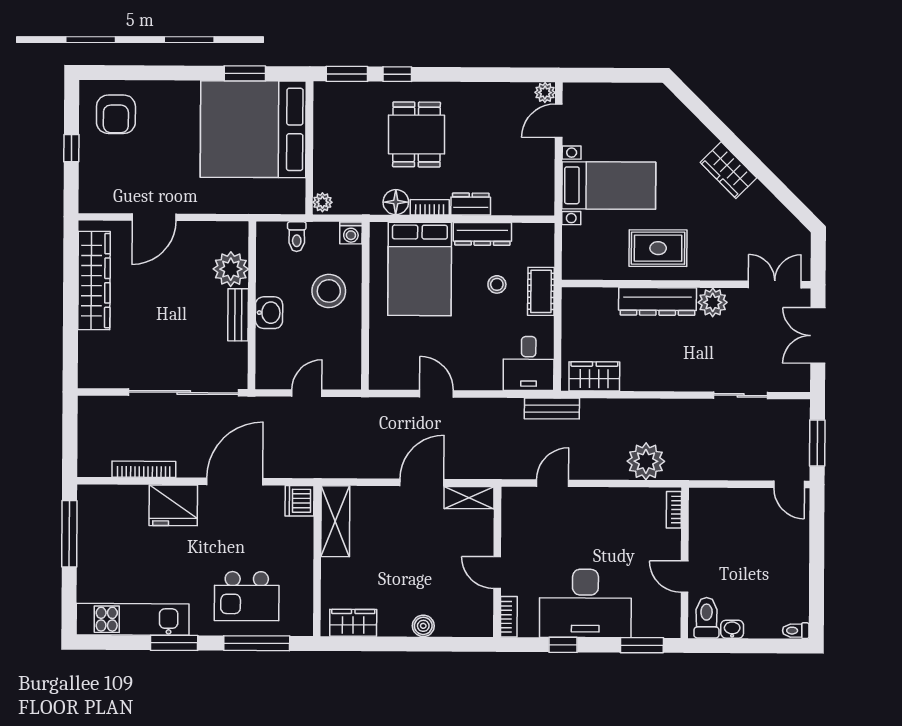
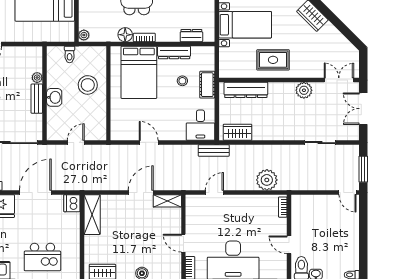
dresser: (471, 204) -> (191, 36), moved
washing machine: (351, 233) -> (100, 52), removed
plant: (231, 269) -> (37, 78), width x0.53, depth x0.53
dresser: (658, 301) -> (246, 90), moved

